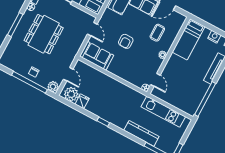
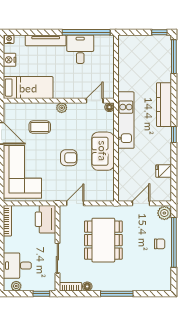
dining table: (44, 34) -> (103, 240), moved, turned 90
sofa: (97, 56) -> (103, 151), moved
desk: (196, 89) -> (80, 49), added
plant: (71, 94) -> (162, 188), removed
kitchen unit: (163, 112) -> (126, 120), moved
kitchen counter: (141, 133) -> (164, 105), moved

